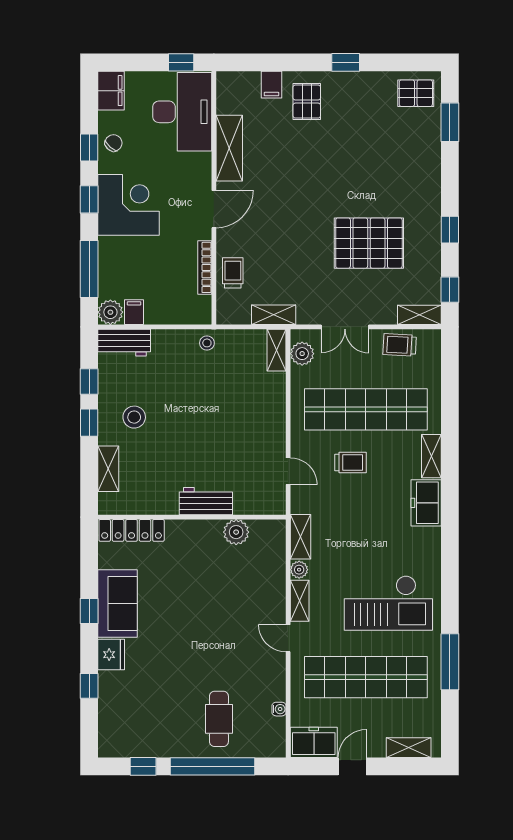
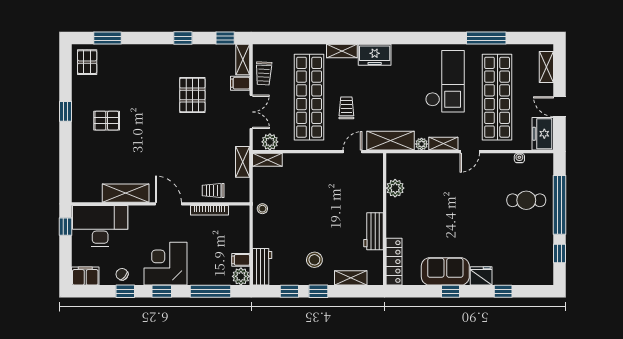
filing cabinet: (271, 85) -> (240, 83), moved, turned 180
pallet: (307, 102) -> (107, 121), moved
pallet: (369, 243) -> (192, 95), width x0.73, depth x0.71
workbench: (206, 501) -> (373, 231), moved
shelving: (300, 537) -> (391, 141), width x1.50, depth x1.33

